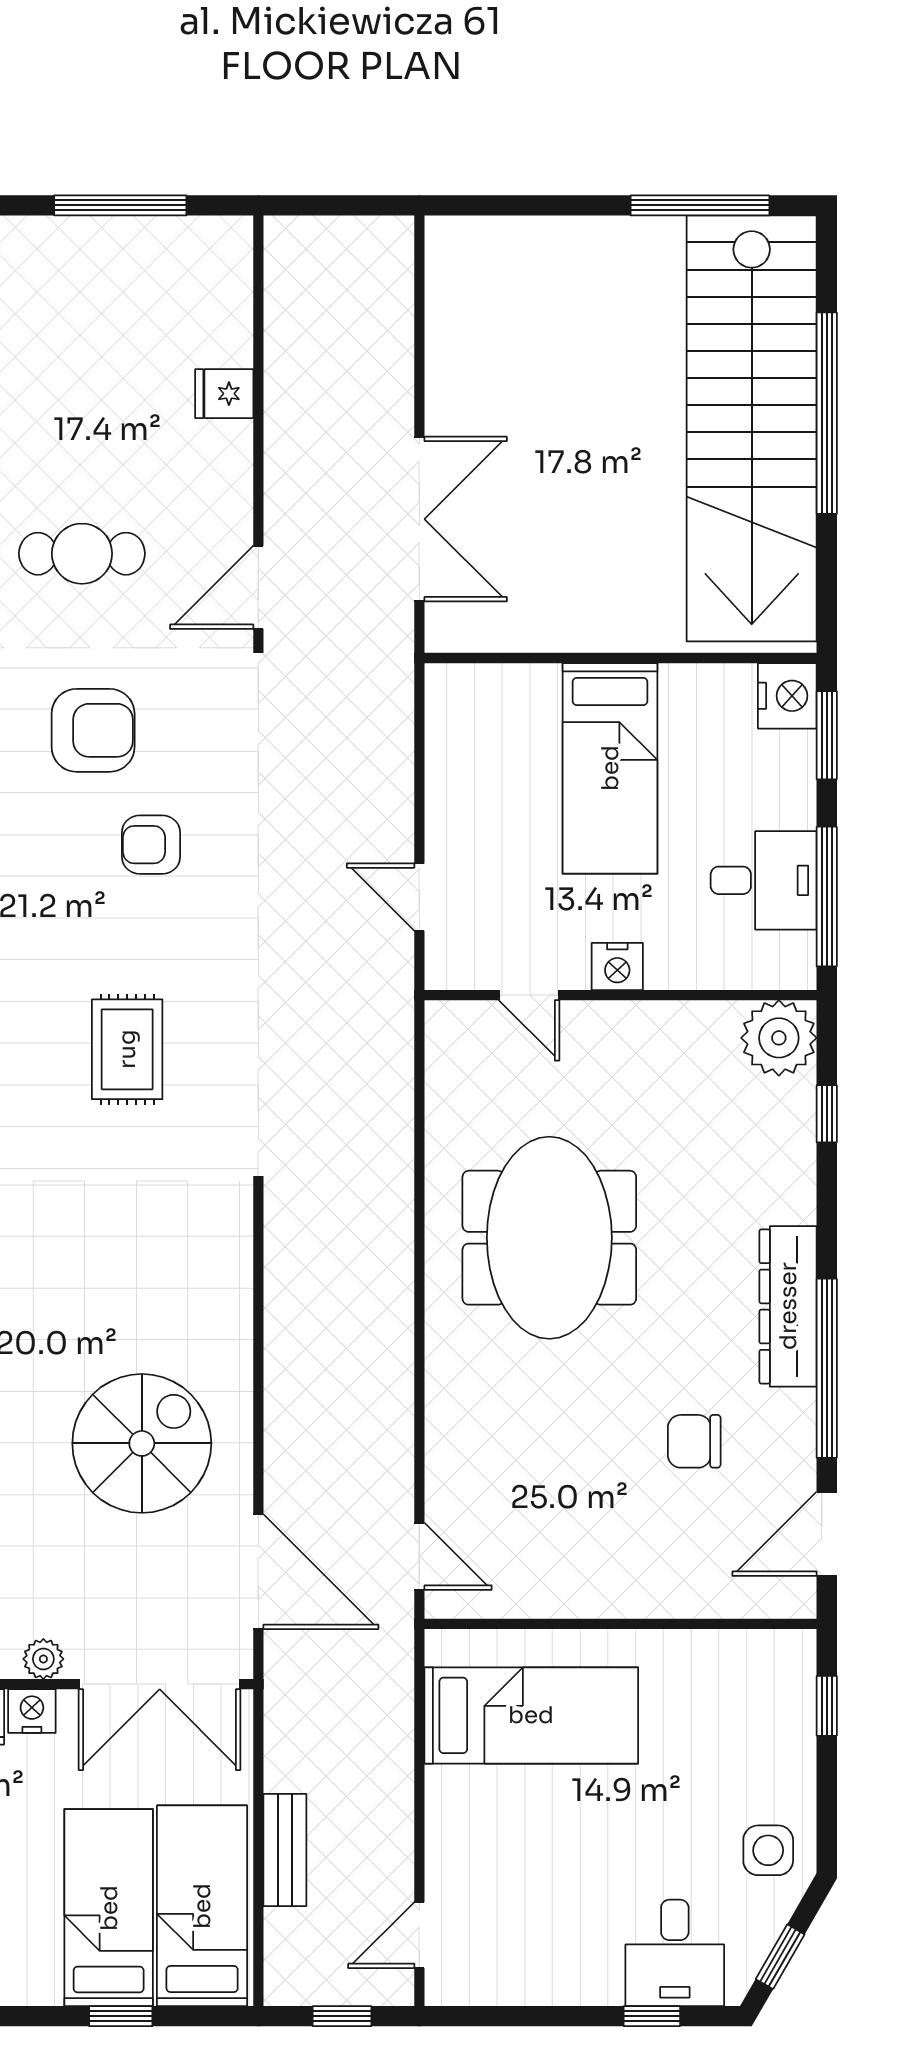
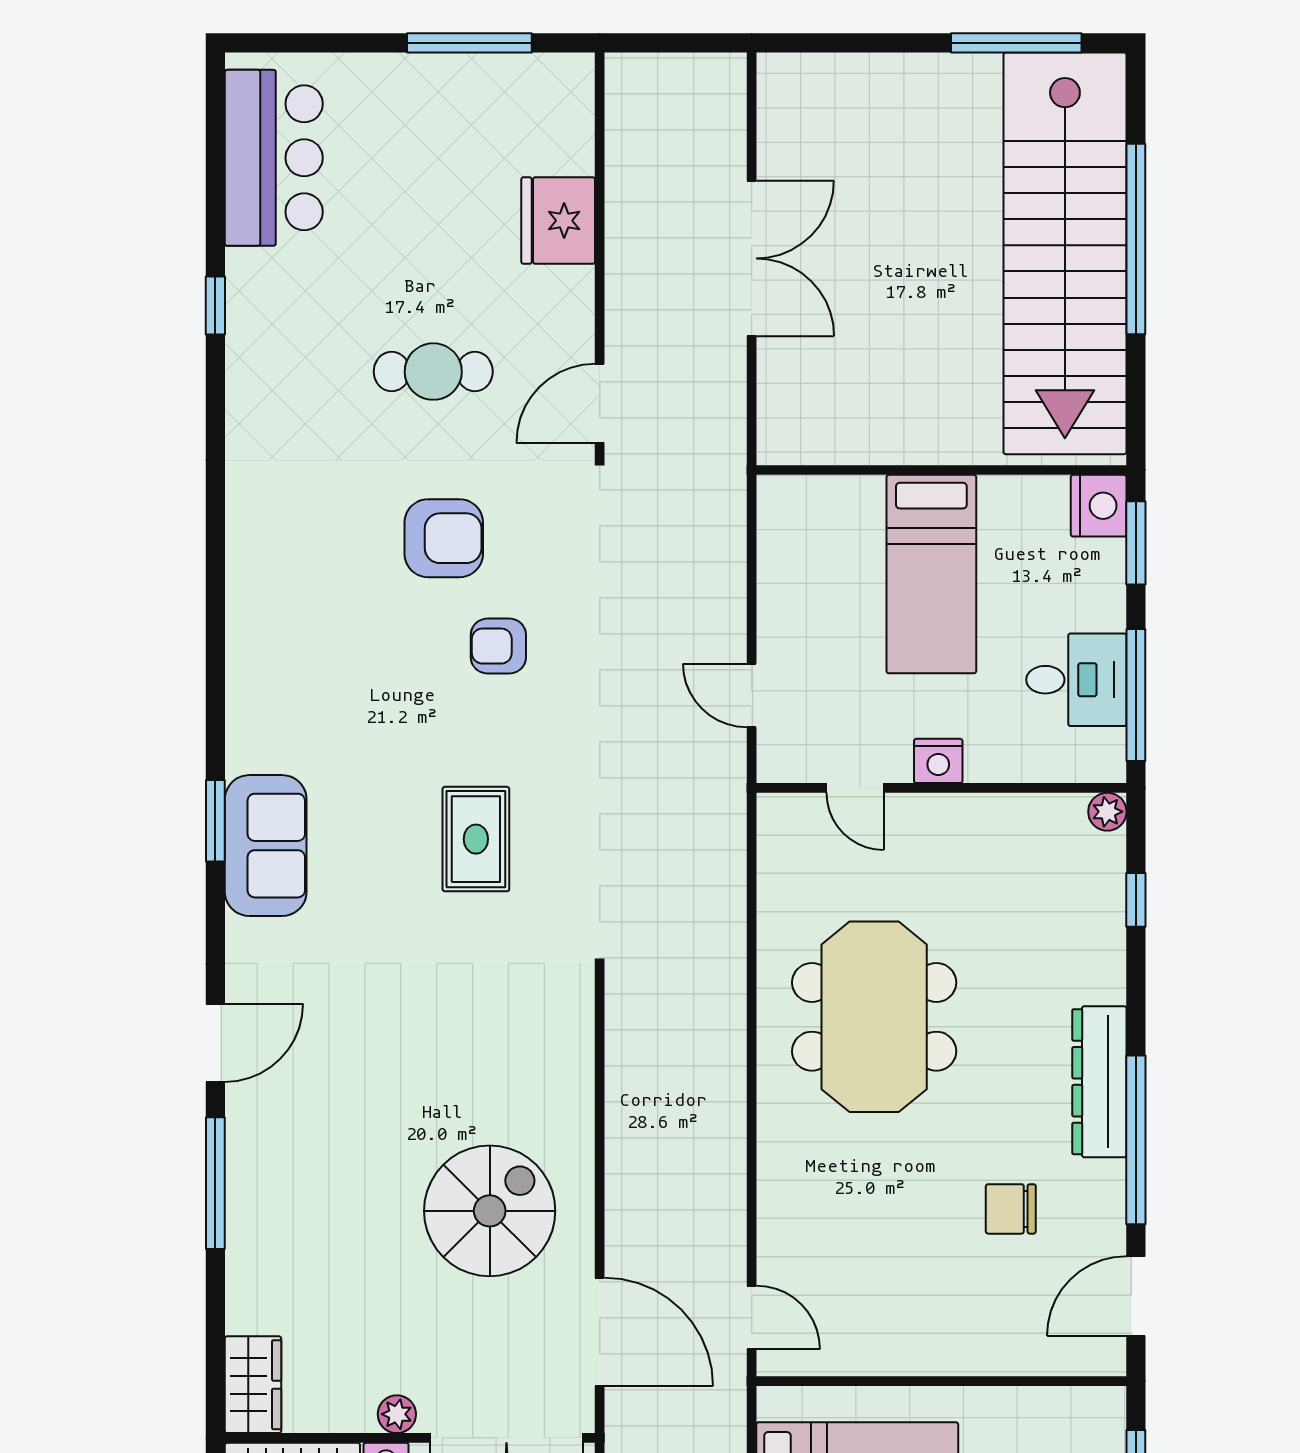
fridge: (224, 394) -> (558, 221), width x1.88, depth x1.34
double door: (419, 519) -> (752, 258), moved
plant: (779, 1038) -> (1107, 812), width x0.53, depth x0.53

